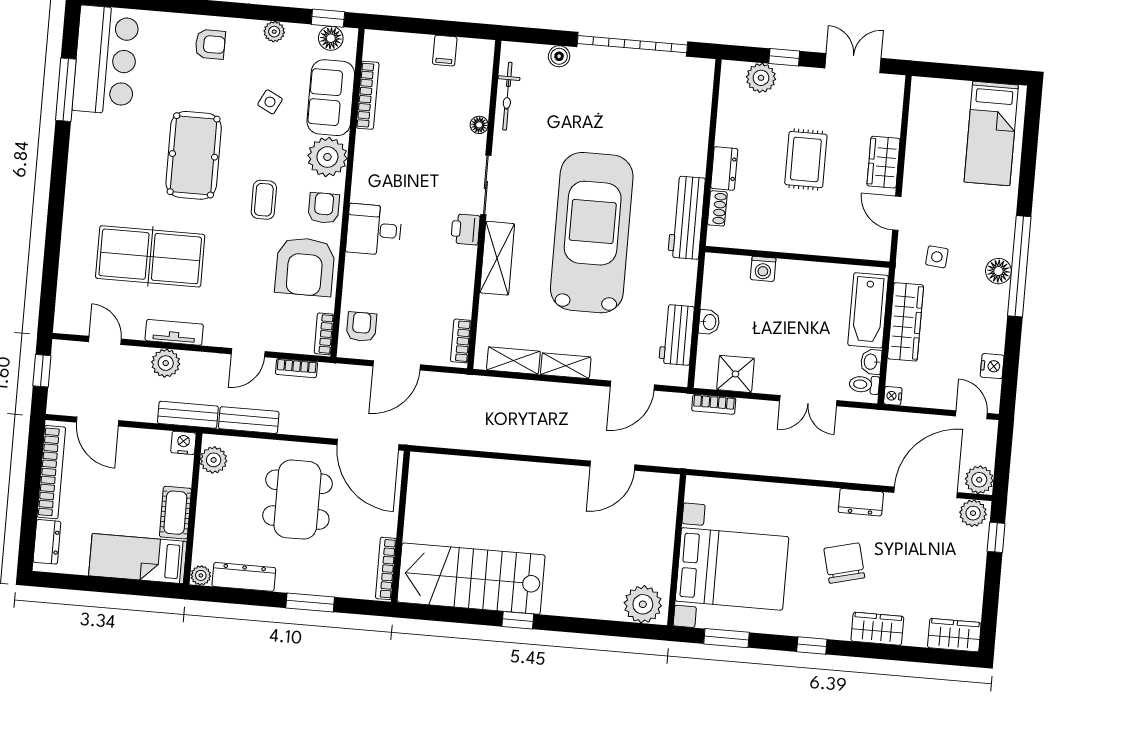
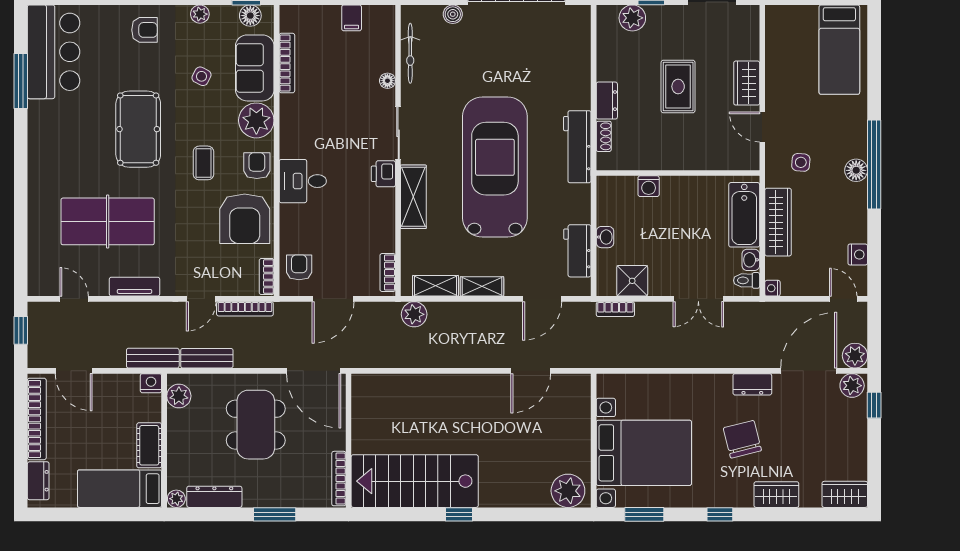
plant: (166, 363) -> (414, 314), moved
bookcase: (296, 368) -> (245, 309), width x1.56

